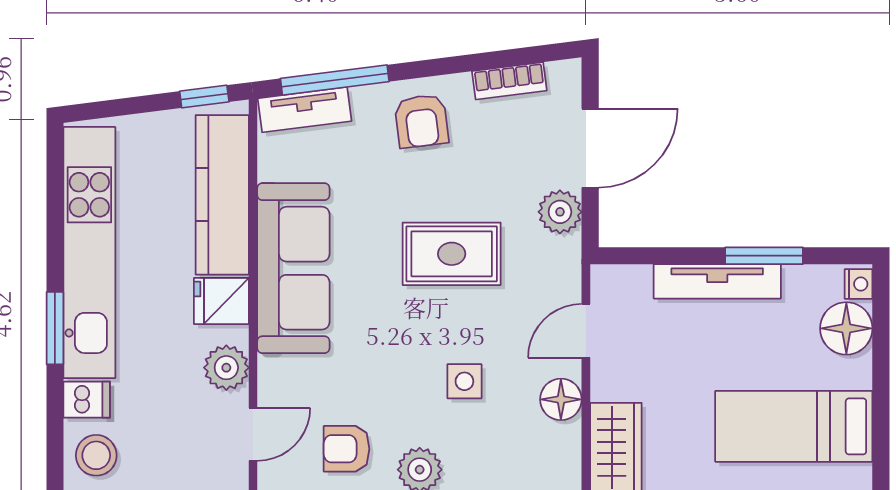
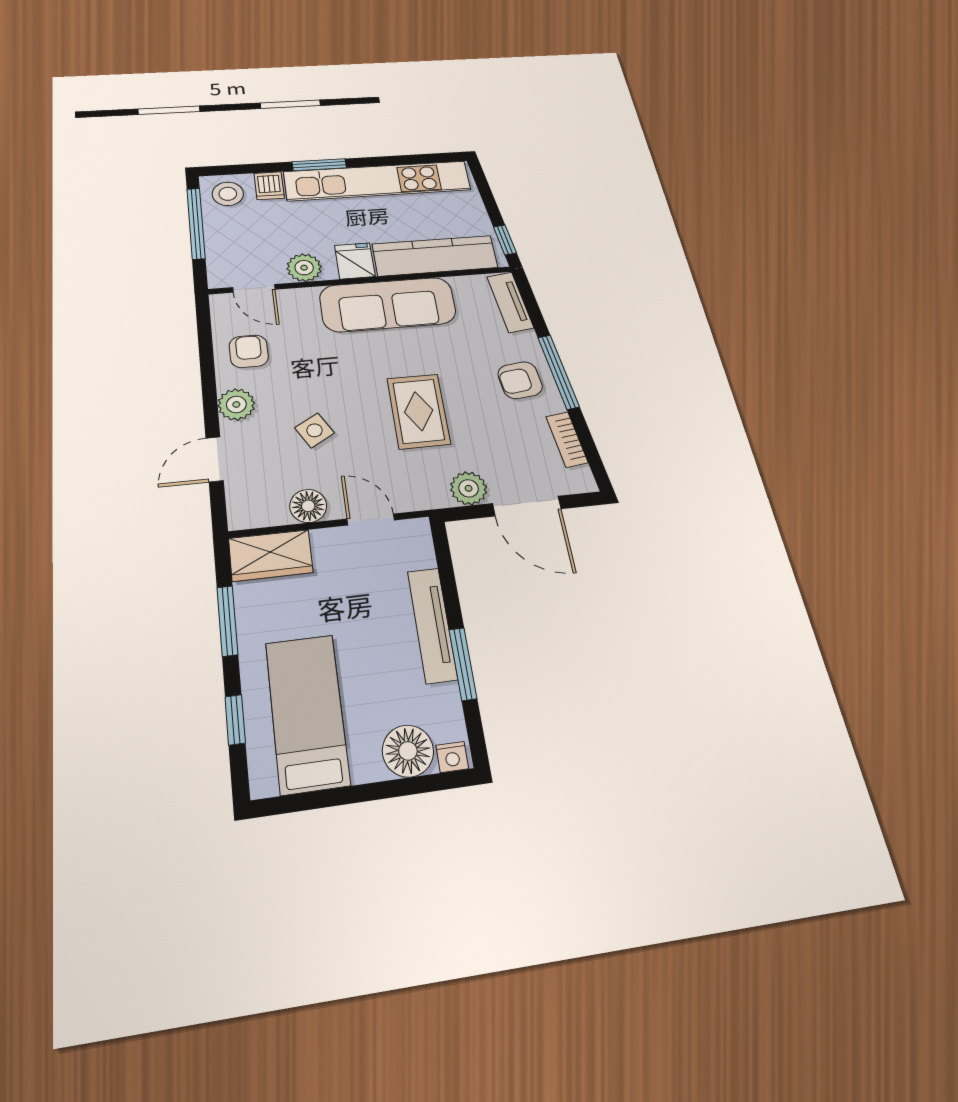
window: (335, 80) -> (558, 372), moved
side table: (464, 381) -> (314, 430), turned -30

